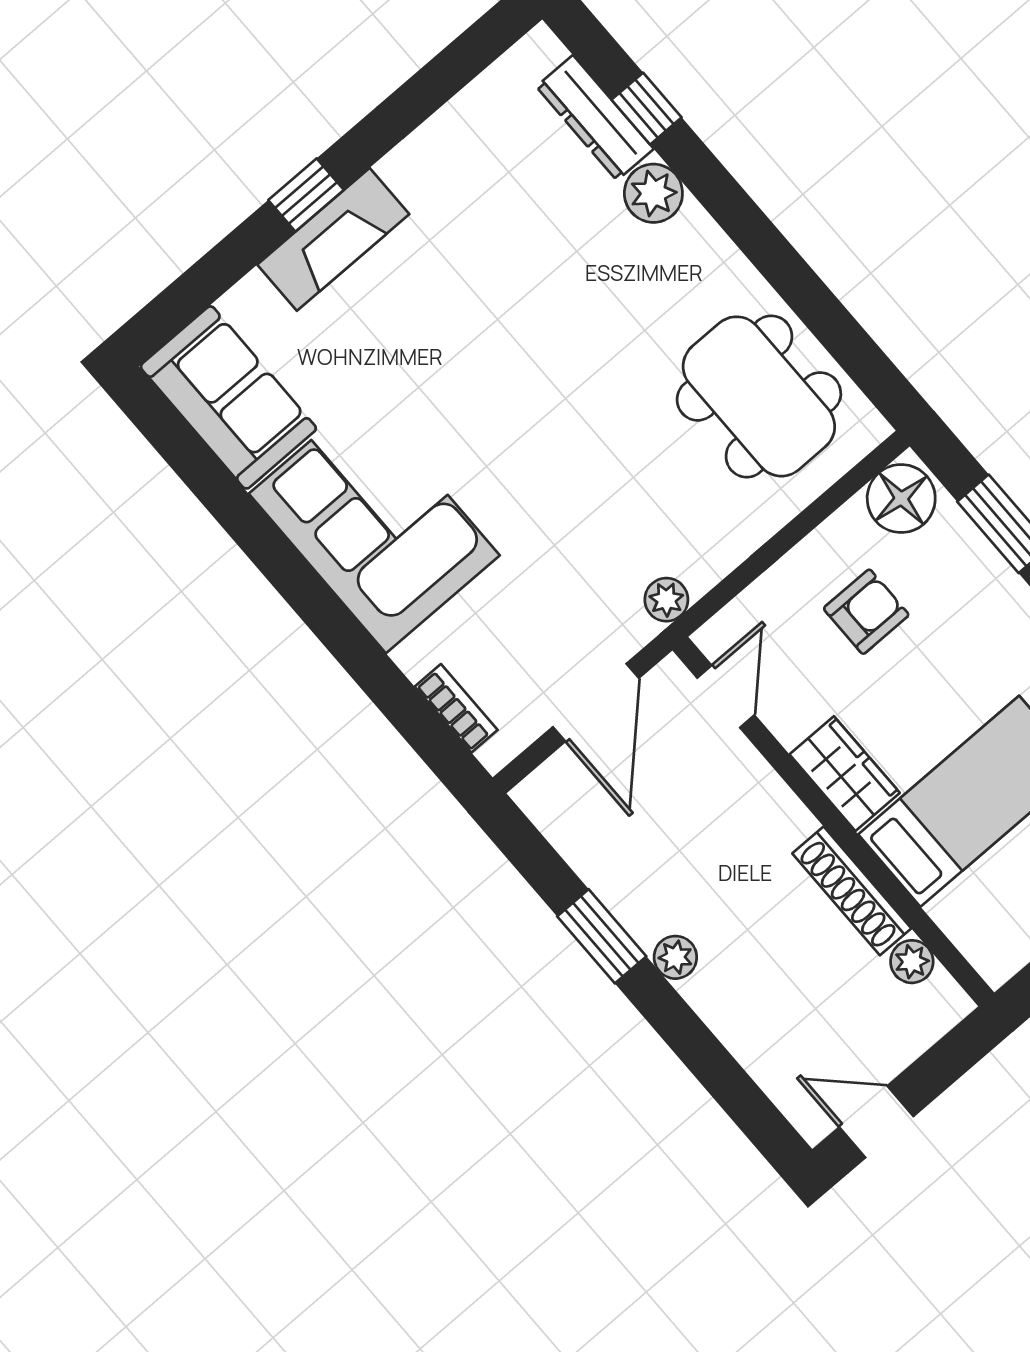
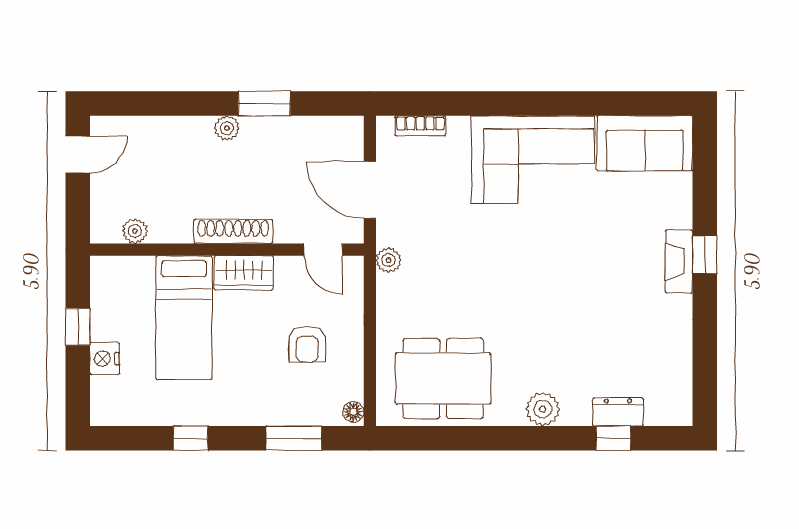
dresser: (595, 118) -> (618, 412), width x0.70
plant: (653, 193) -> (543, 409), moved
fireplace: (333, 239) -> (679, 262), width x0.73, depth x0.76
floor lamp: (901, 499) -> (353, 412), width x0.53, depth x0.53
shoe rack: (852, 891) -> (233, 231), moved

